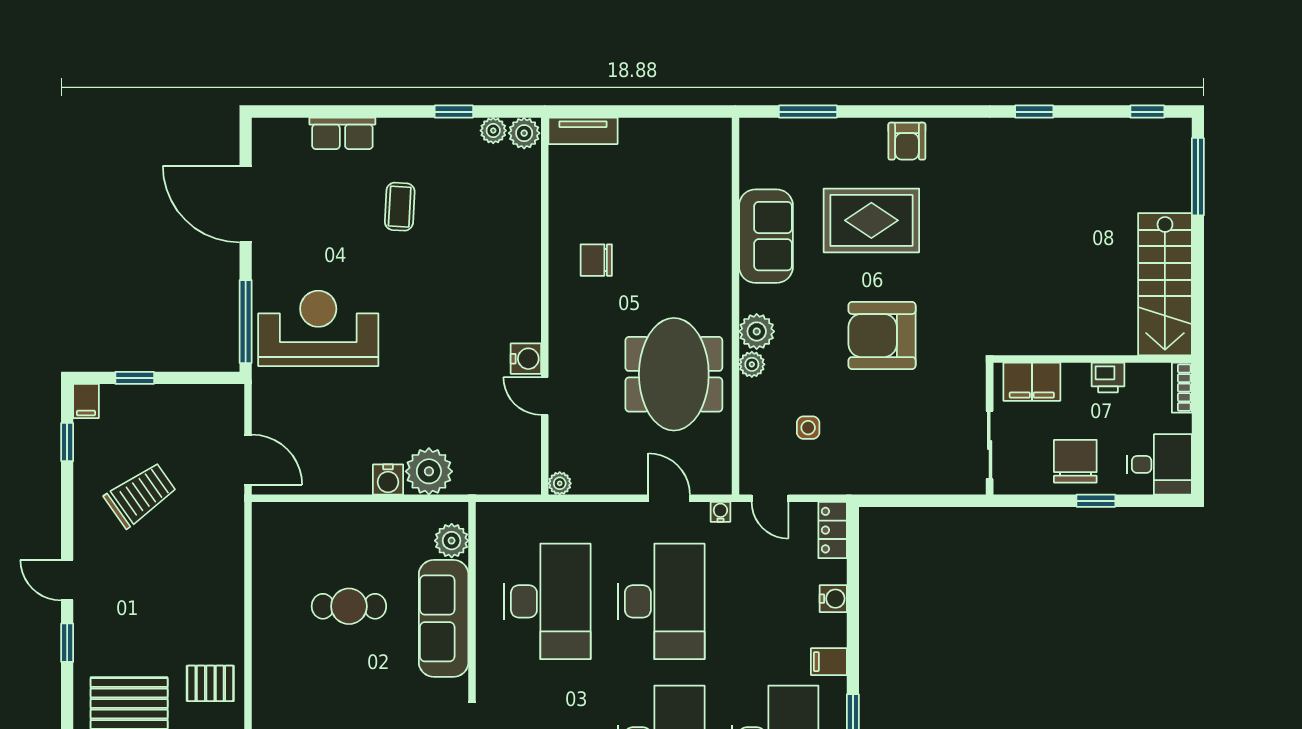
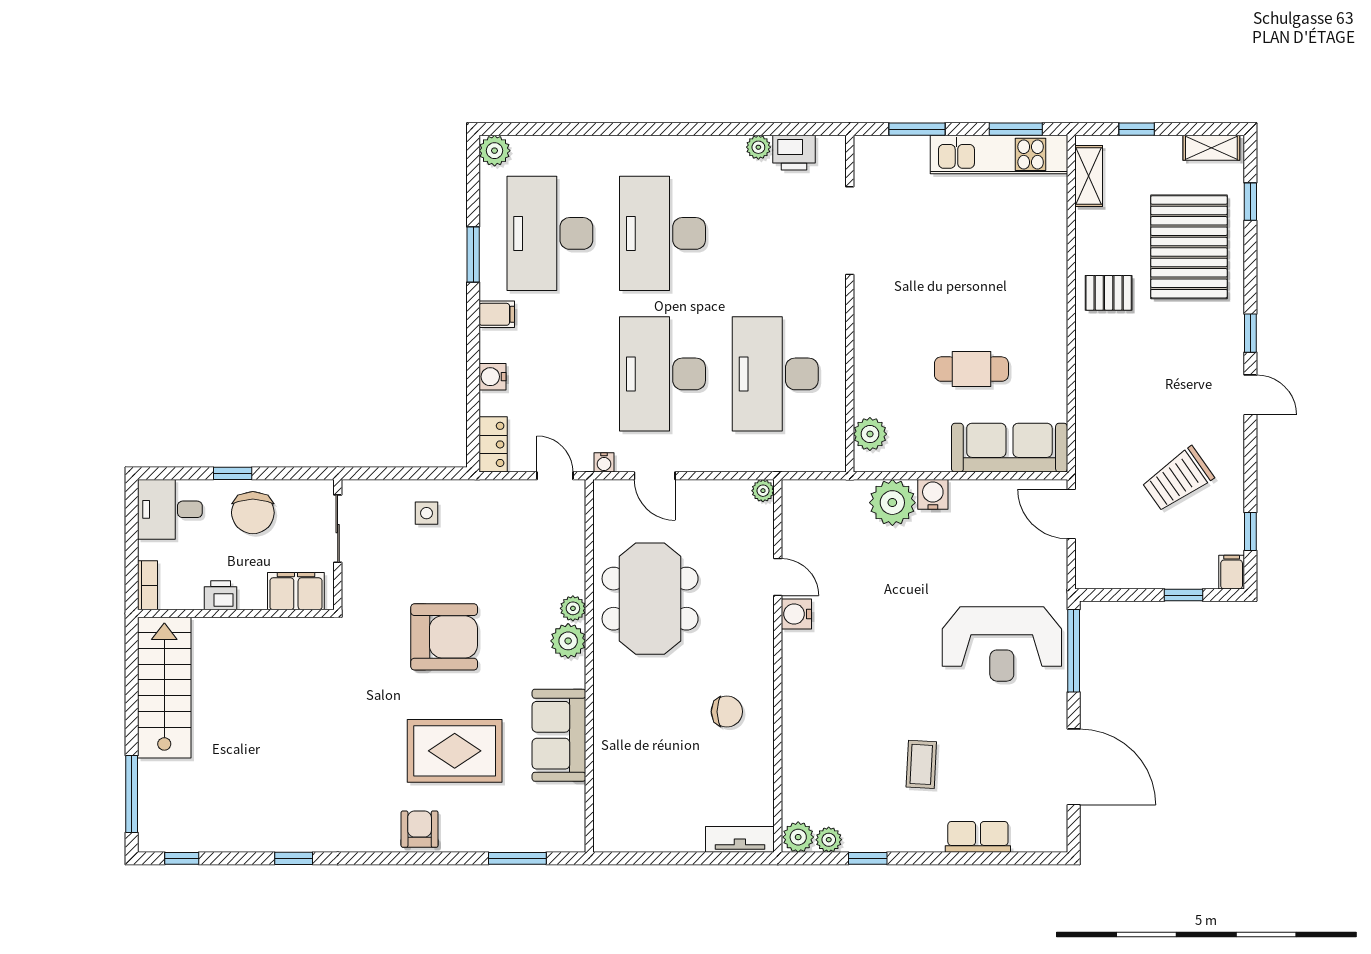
side table: (808, 428) -> (427, 513), moved
sofa: (444, 618) -> (1009, 448), moved, turned -90

